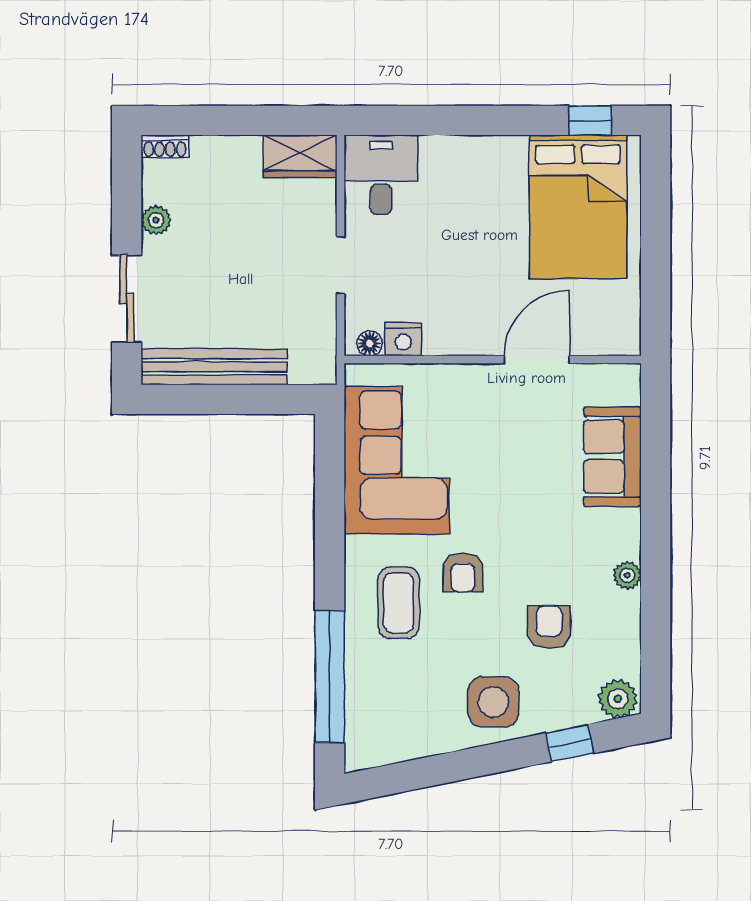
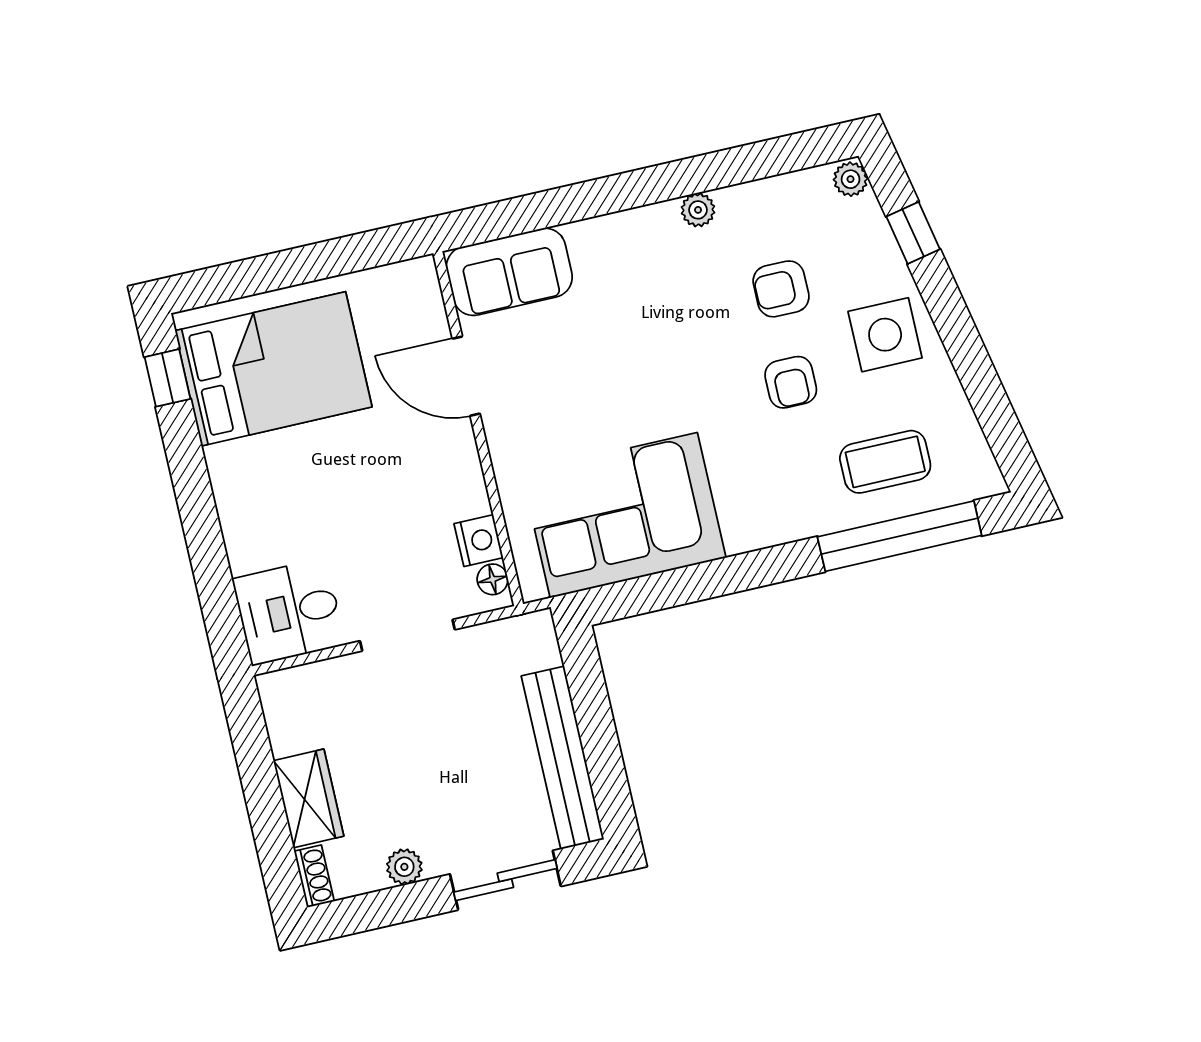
wardrobe: (300, 156) -> (309, 798), moved
doorway: (341, 265) -> (407, 635), width x1.38
sofa: (612, 457) -> (509, 272), moved
armchair: (463, 572) -> (791, 382), moved, turned 90
coffee table: (399, 603) -> (885, 462), moved
plant: (618, 699) -> (851, 179), width x0.73, depth x0.73

